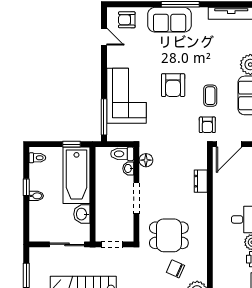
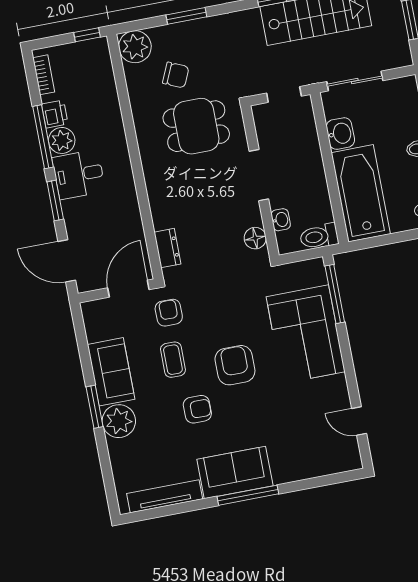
armchair: (127, 20) -> (197, 409), moved
sofa: (170, 20) -> (235, 472), moved
window: (71, 144) -> (378, 241), removed
toilet: (122, 154) -> (319, 236), moved, turned 180
dresser: (201, 181) -> (167, 248), moved

